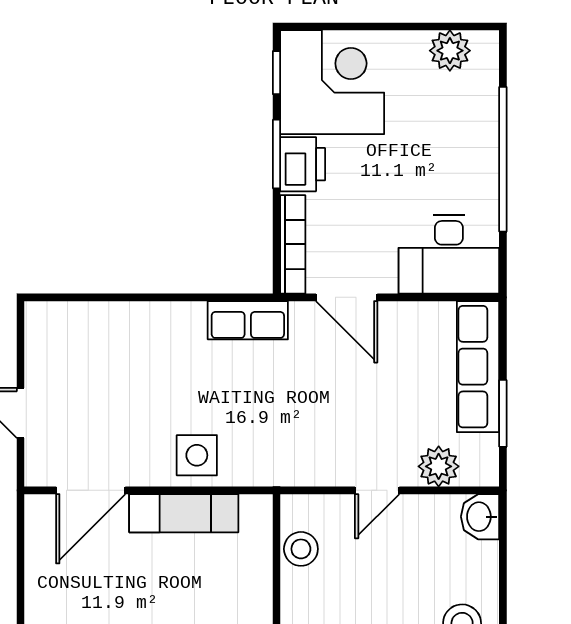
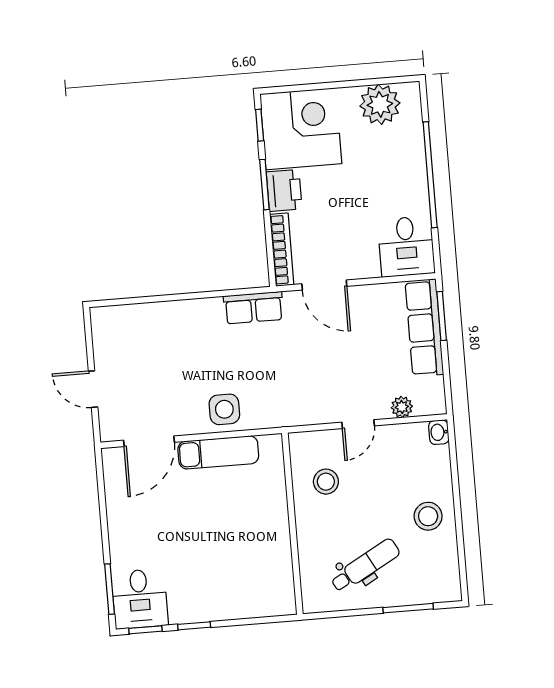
plant: (450, 51) -> (380, 104), width x1.36, depth x1.36
desk: (449, 254) -> (406, 246), width x0.73
window: (503, 413) -> (442, 316), moved
plant: (439, 466) -> (402, 407), width x0.73, depth x0.73
washbasin: (480, 517) -> (439, 432), width x0.72, depth x0.69
stool: (301, 549) -> (326, 482), moved

